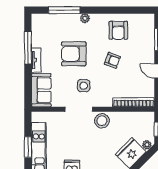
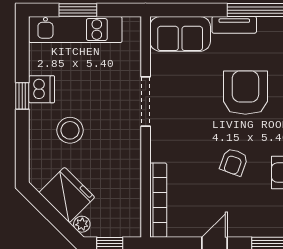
side table: (84, 86) -> (188, 110), removed
stool: (102, 121) -> (70, 130), moved

